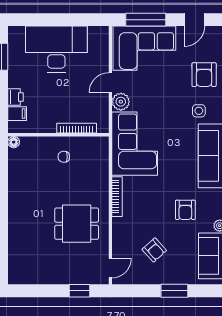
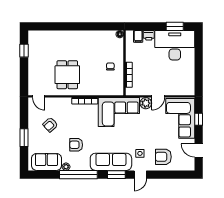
window: (146, 20) -> (199, 119), width x0.46
desk: (56, 49) -> (175, 45), moved, turned -90
door: (110, 83) -> (158, 96), swing flipped
window: (80, 291) -> (24, 51), moved

